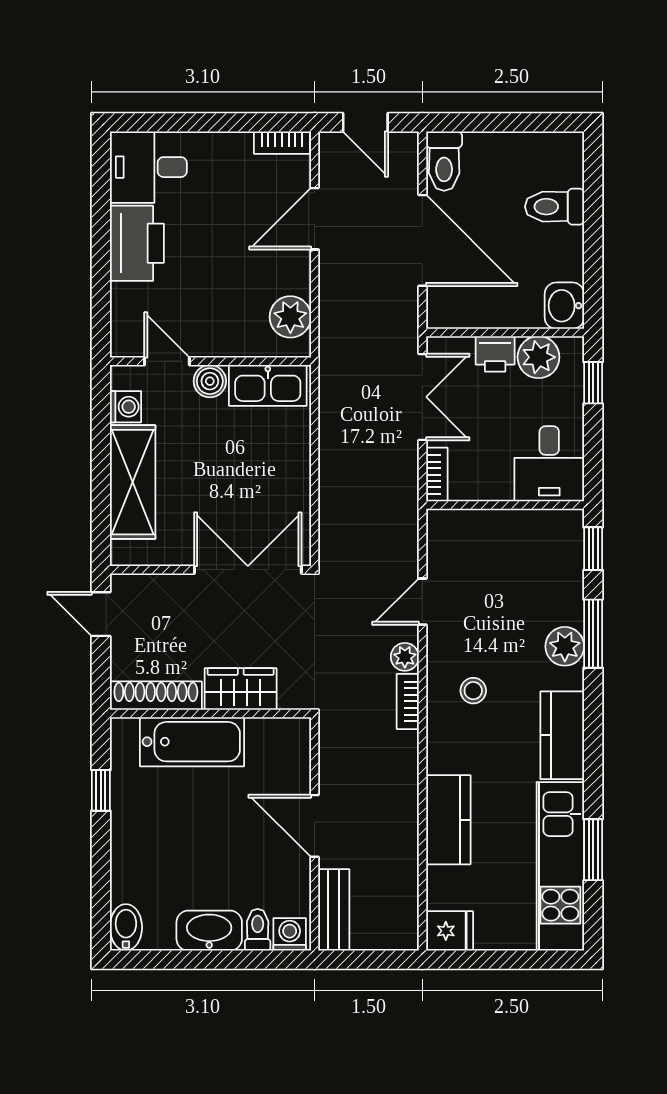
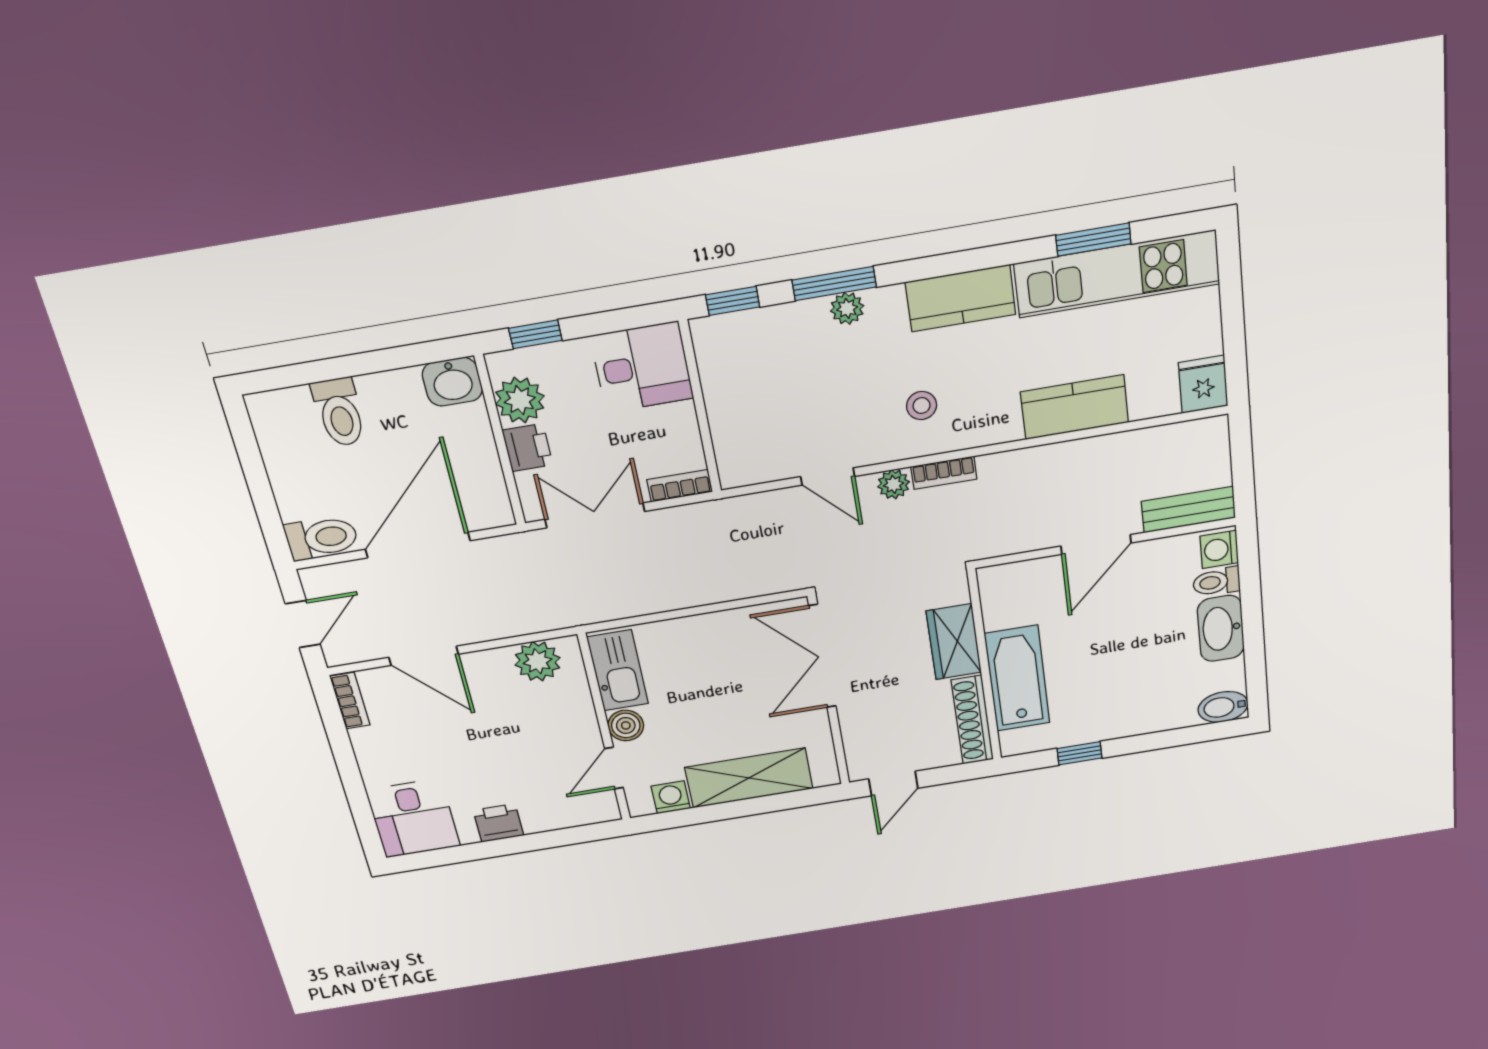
printer: (137, 243) -> (498, 823), width x0.53, depth x0.68
plant: (565, 646) -> (847, 308), width x0.73, depth x0.73

